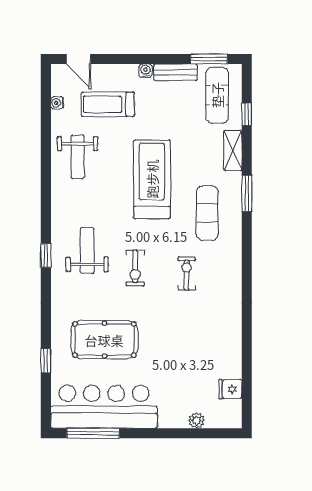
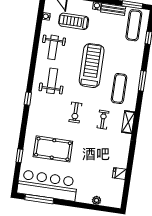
shelving: (233, 151) -> (128, 122), moved
weight bench: (87, 251) -> (52, 81), moved
fridge: (230, 389) -> (119, 173), moved

